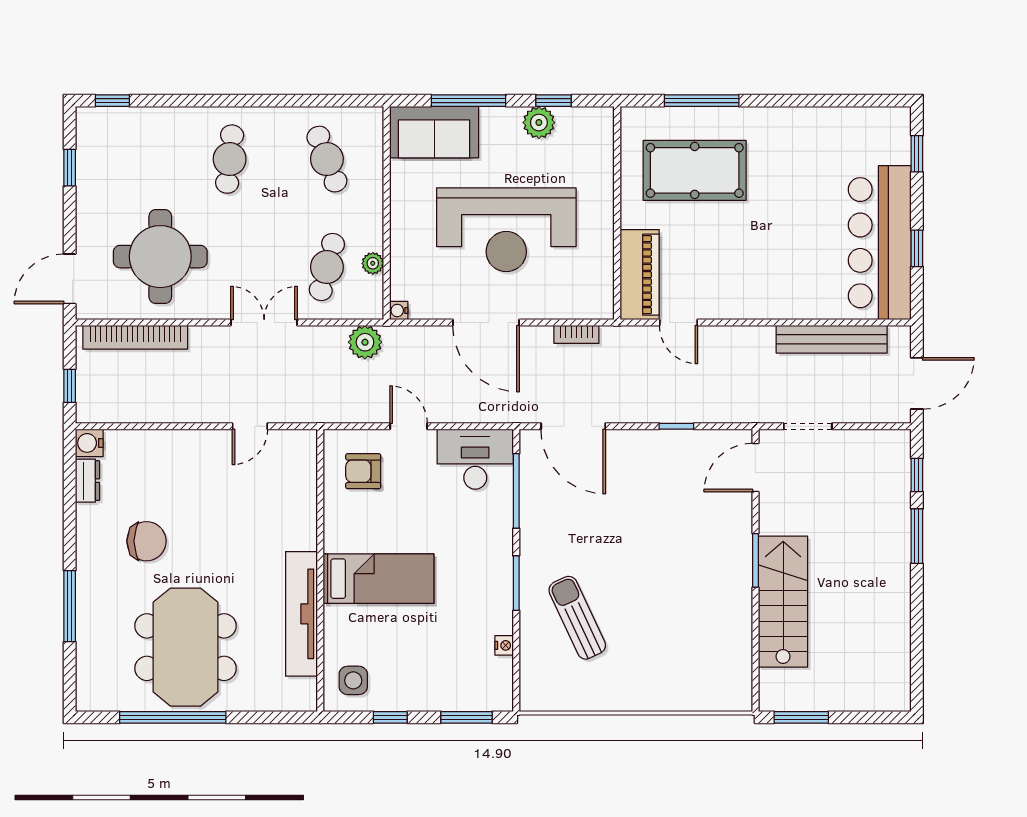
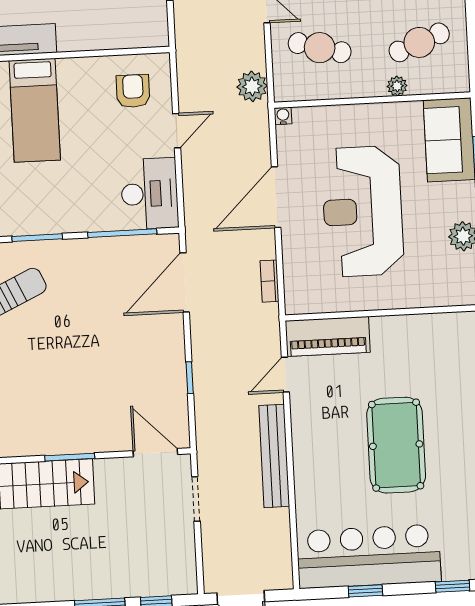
pool table: (695, 170) -> (396, 445), moved
plant: (373, 263) -> (397, 86), moved
bench: (832, 339) -> (274, 456), moved

